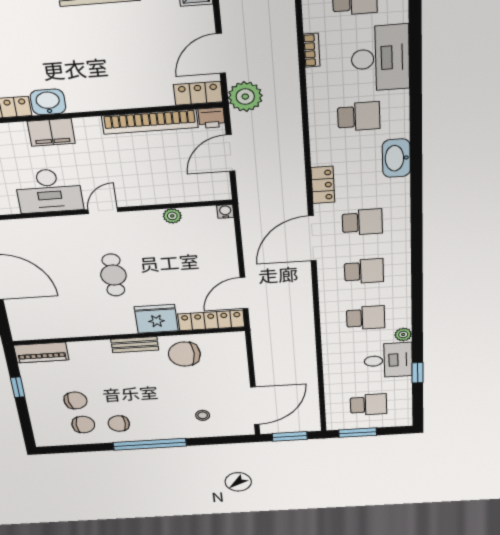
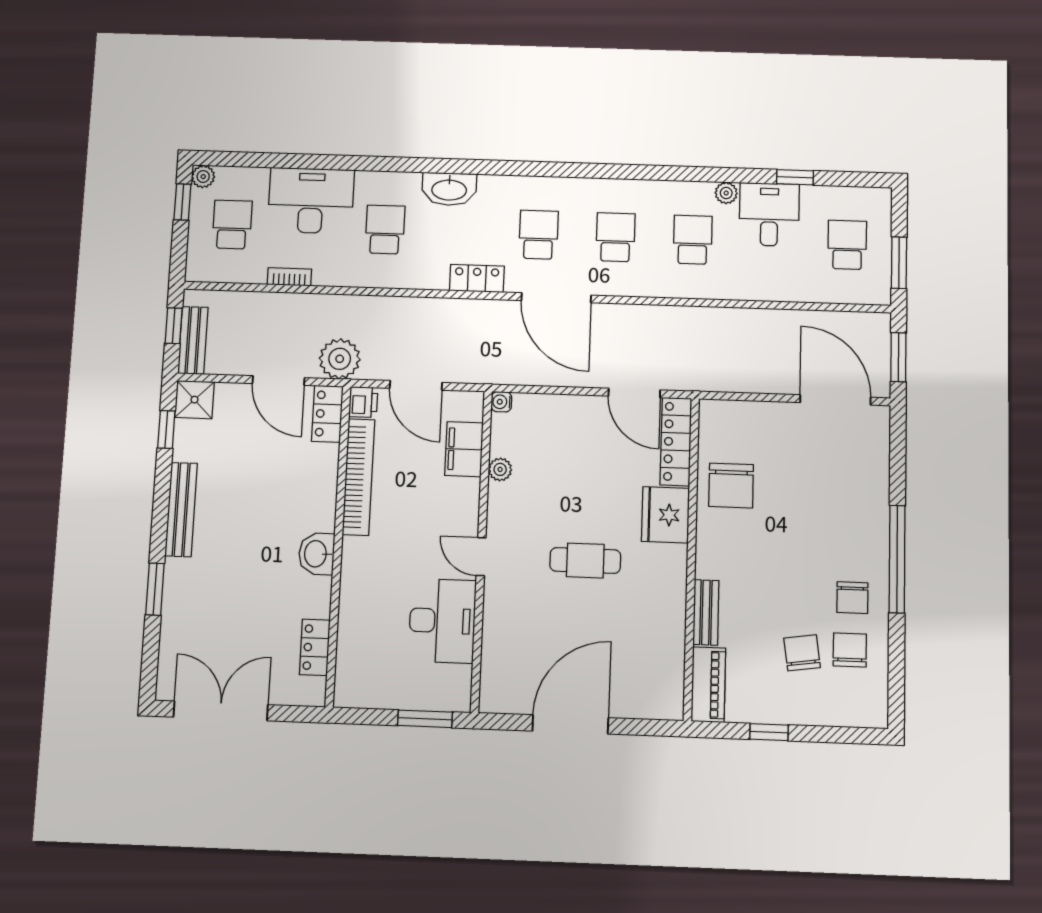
washbasin: (48, 102) -> (316, 554), moved
filing cabinet: (51, 132) -> (464, 449), moved, turned 180
bench: (135, 345) -> (706, 612), moved
stool: (203, 415) -> (847, 475), removed

